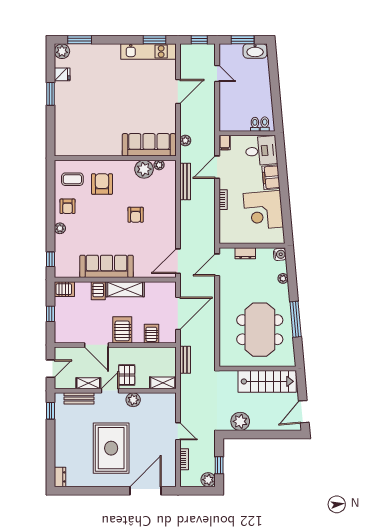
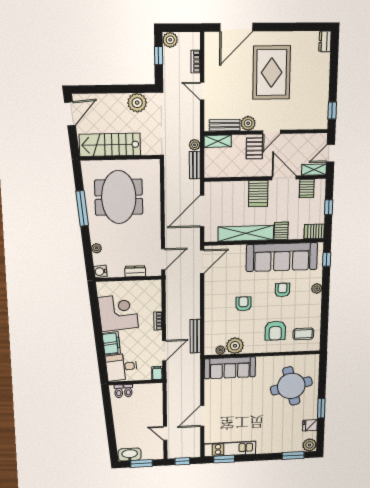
round table: (84, 121) -> (291, 386), added
plant: (185, 140) -> (195, 145), moved
armchair: (68, 206) -> (282, 290), moved
sofa: (107, 266) -> (282, 257), width x1.36, depth x1.27
shelving: (125, 289) -> (246, 233), width x1.47
server rack: (151, 334) -> (307, 189), moved
shelving: (88, 383) -> (314, 170), moved
bench: (79, 398) -> (225, 125), moved

